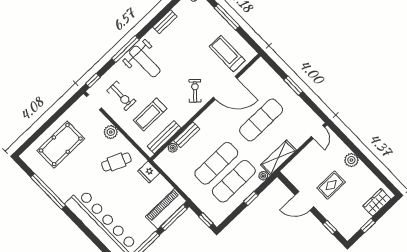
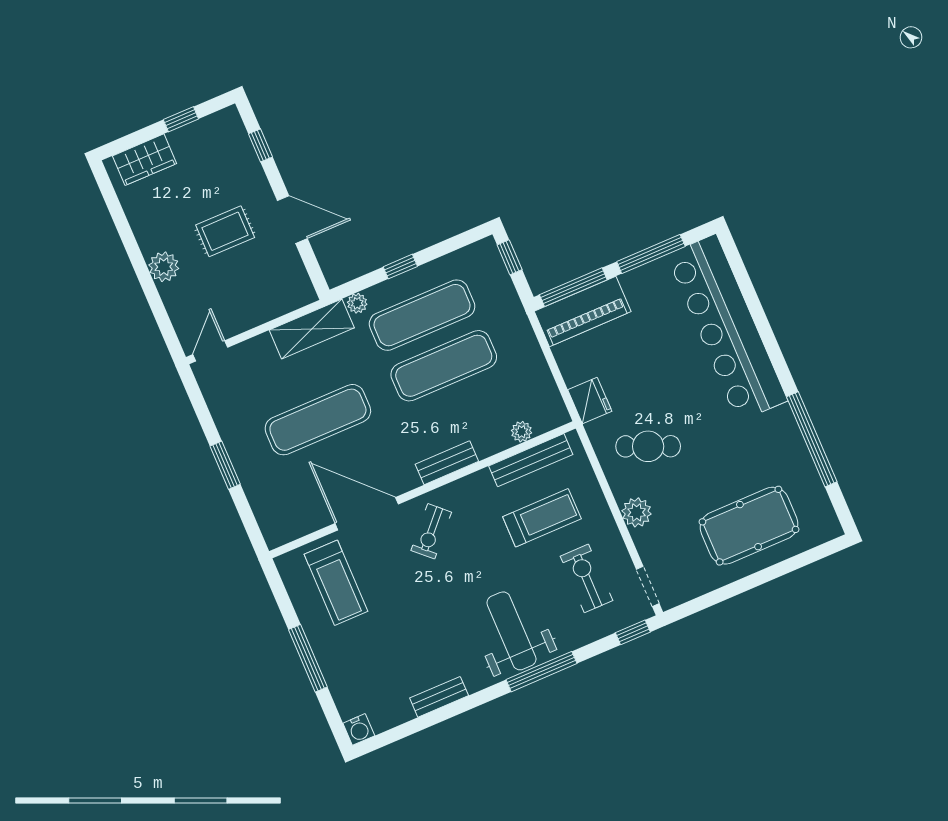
bench: (187, 135) -> (447, 463), moved

